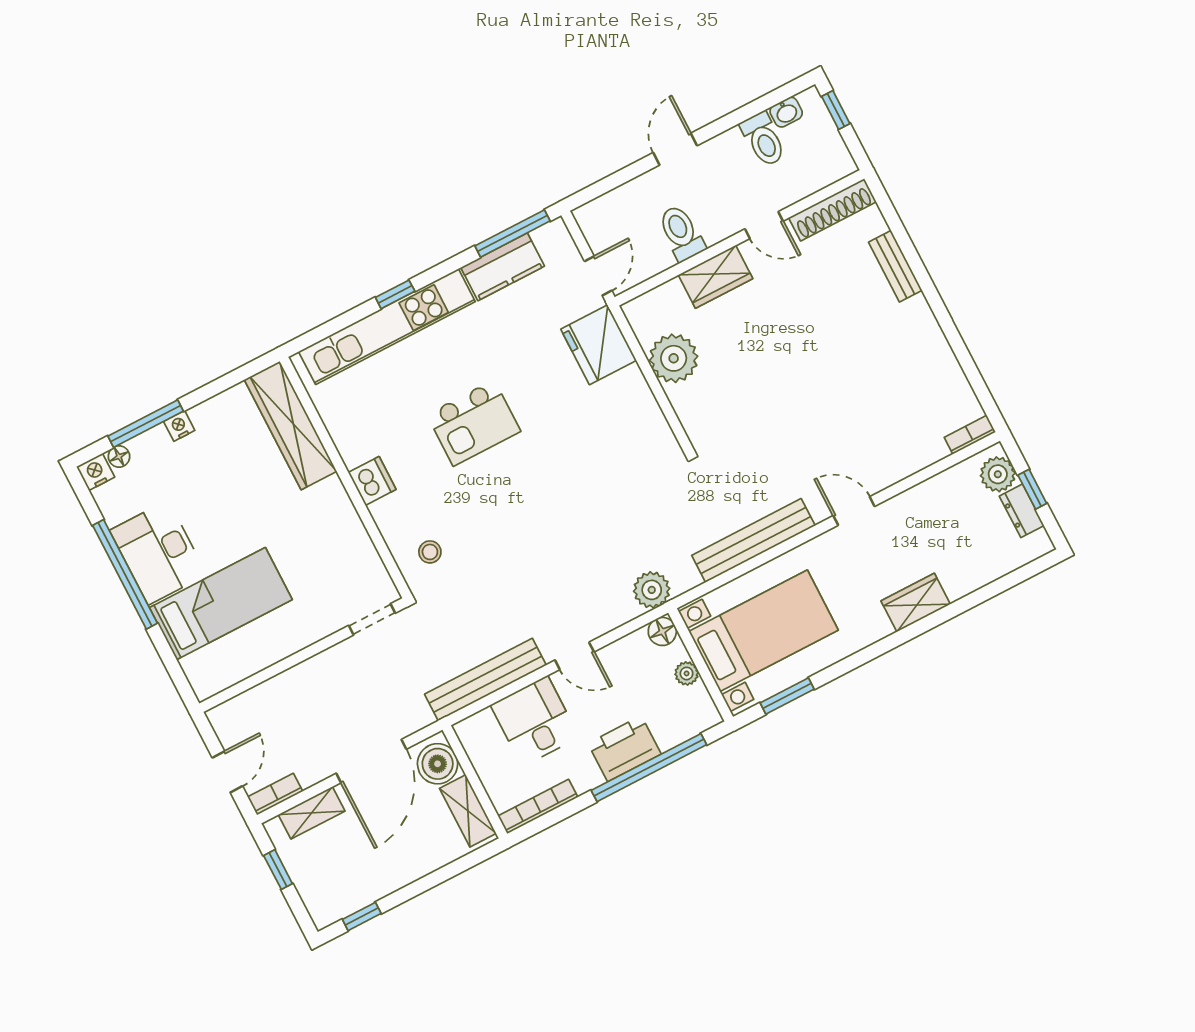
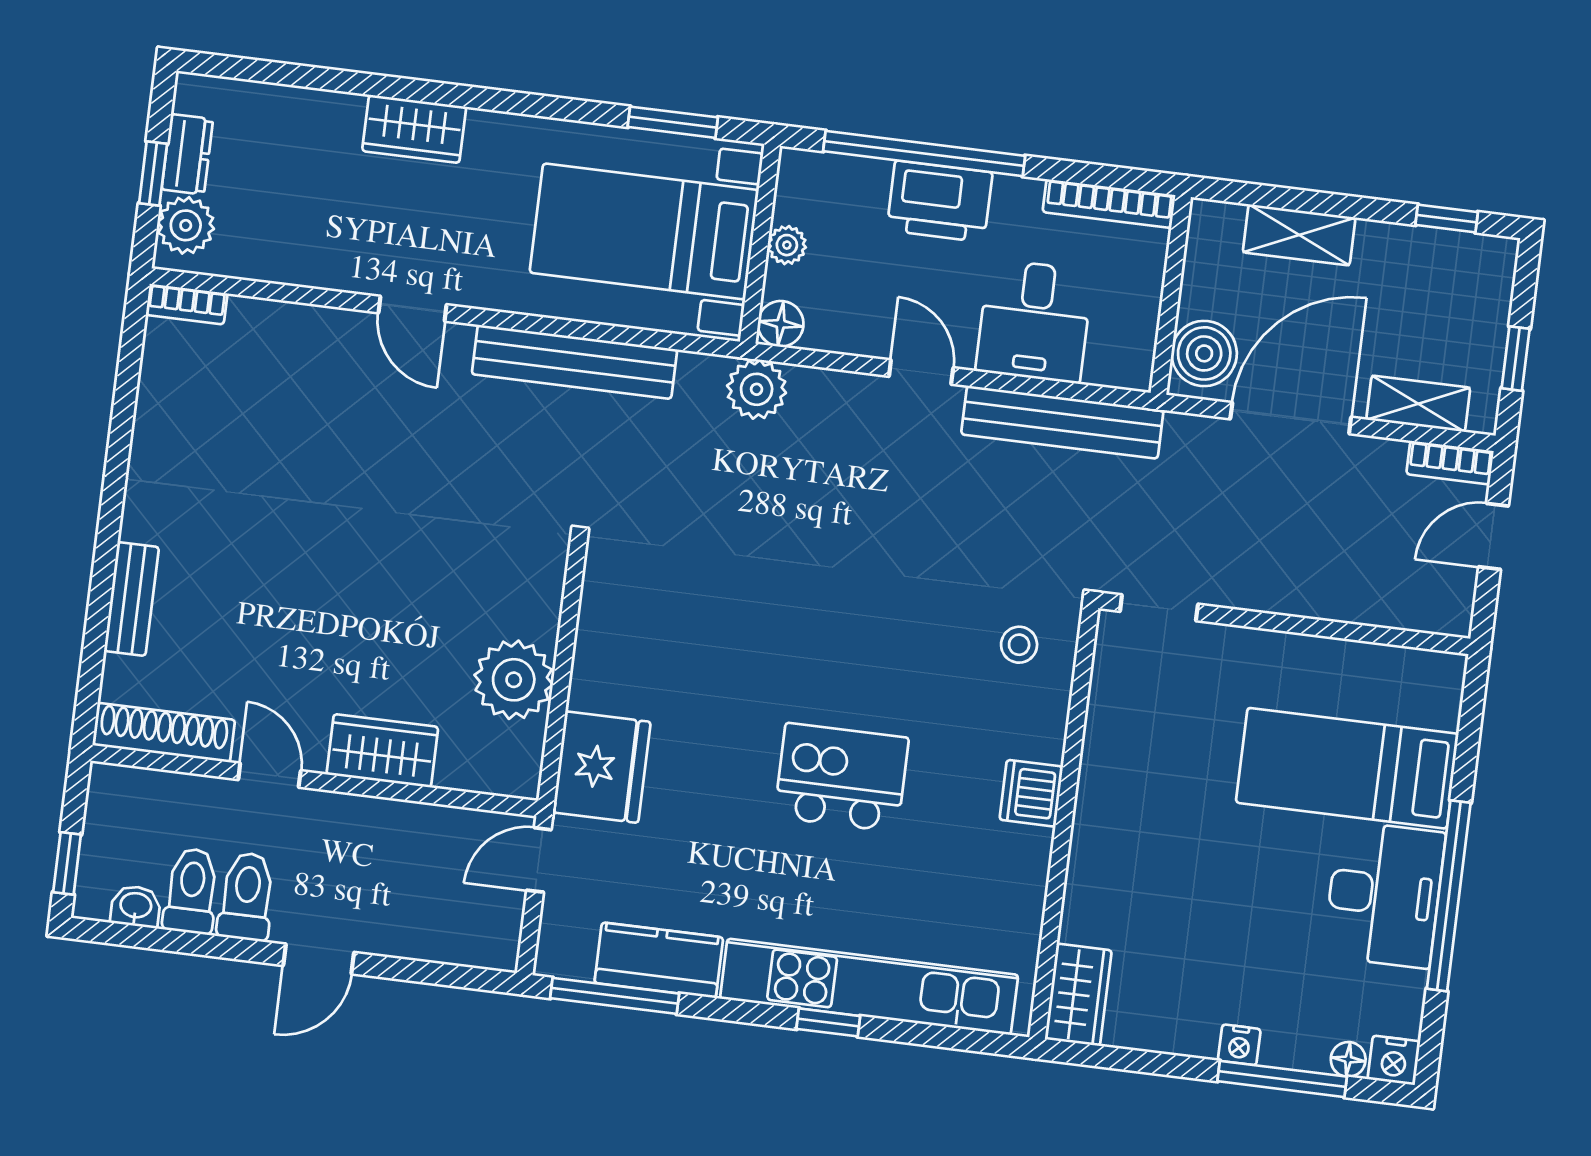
toilet: (681, 233) -> (247, 896), moved, turned 180
wardrobe: (291, 426) -> (1078, 995), width x0.48, depth x0.85
shelving: (468, 811) -> (1299, 235), moved, turned 90

